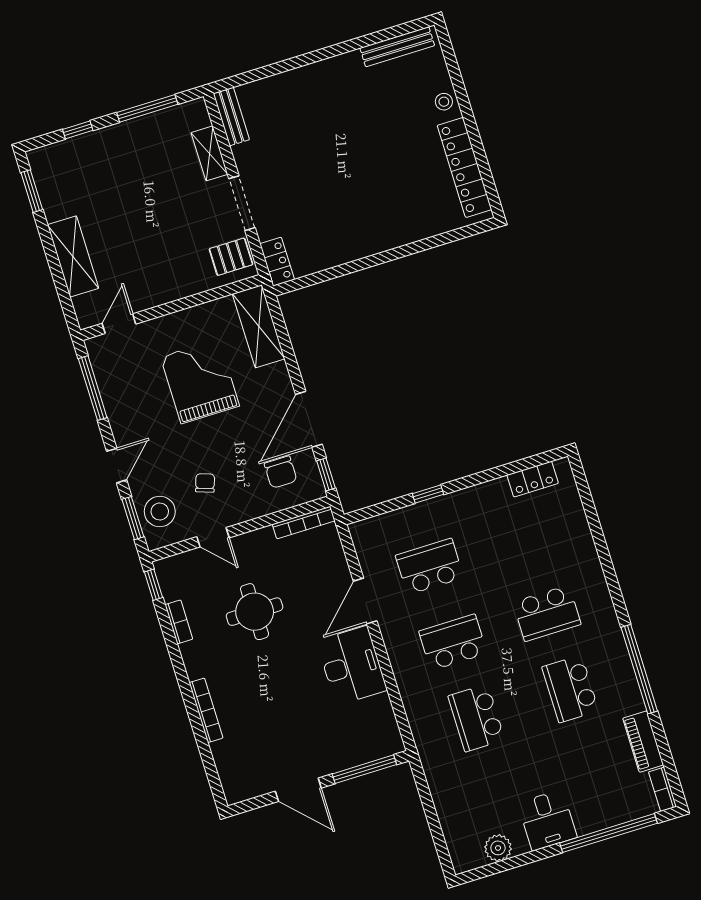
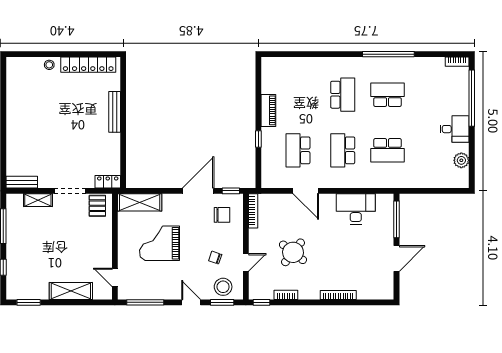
bench: (397, 47) -> (115, 112), moved
door: (309, 419) -> (198, 191), swing flipped
locker: (533, 479) -> (268, 80), removed
round table: (255, 612) -> (293, 252), turned 38
desk: (352, 666) -> (356, 209), moved
school desk: (570, 689) -> (387, 95), turned 180
piano: (643, 742) -> (268, 110), moved, turned -90

